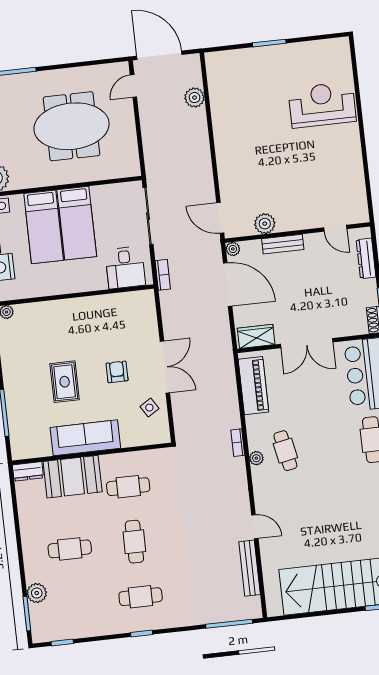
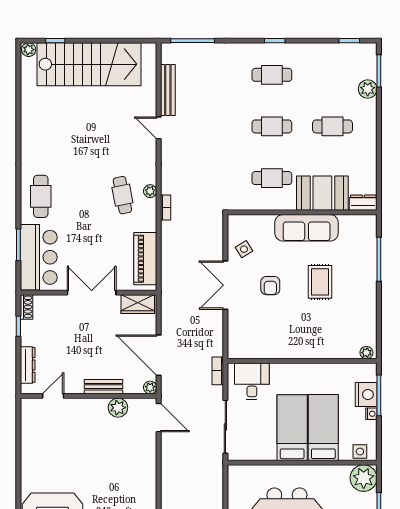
door: (335, 228) -> (53, 396), hinge flipped
cafe table: (134, 542) -> (272, 126), turned 90

